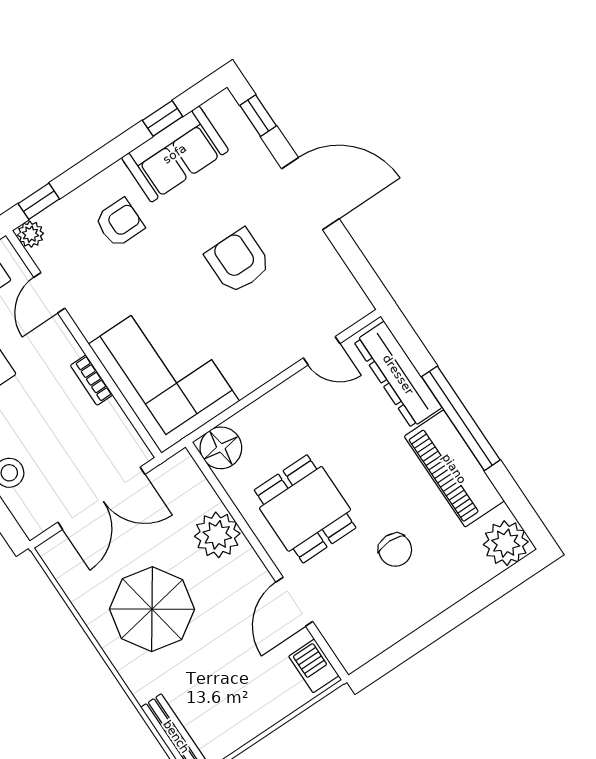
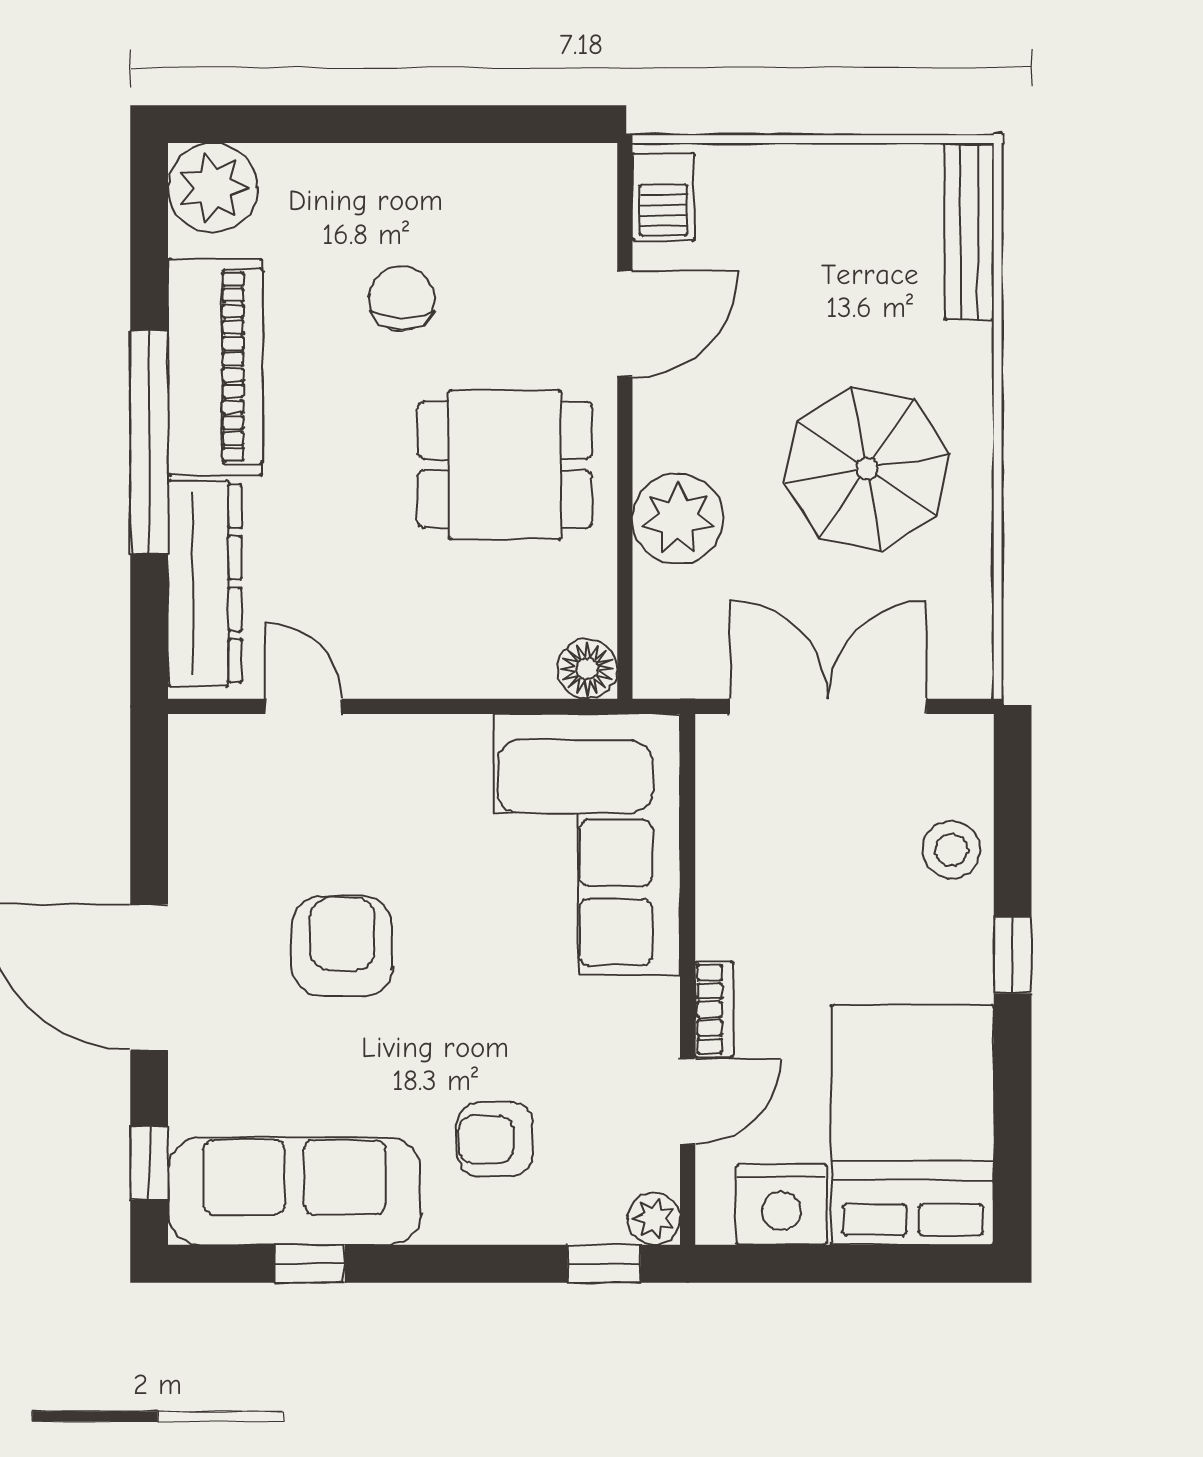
sofa: (175, 154) -> (295, 1191), width x1.36
armchair: (238, 261) -> (342, 946), turned 180
bookcase: (92, 380) -> (714, 1009), moved
floor lamp: (221, 448) -> (587, 669), width x0.73, depth x0.73
dining table: (305, 509) -> (505, 465), turned 90

